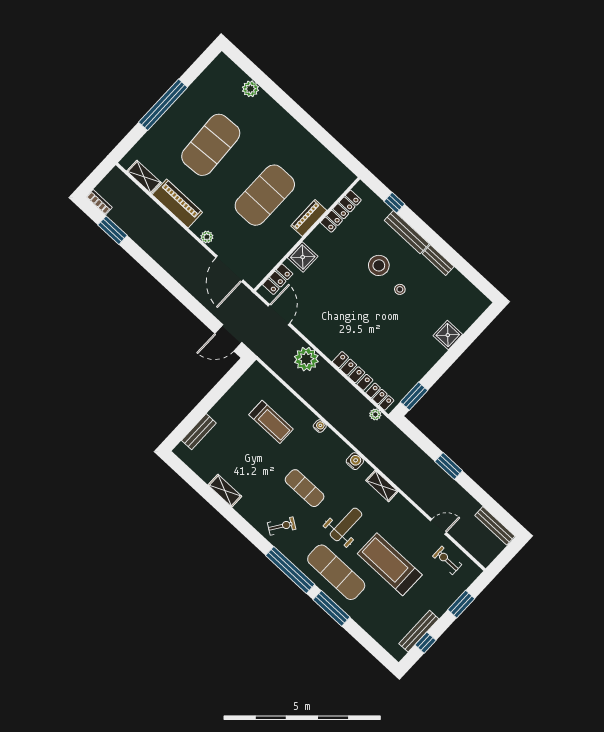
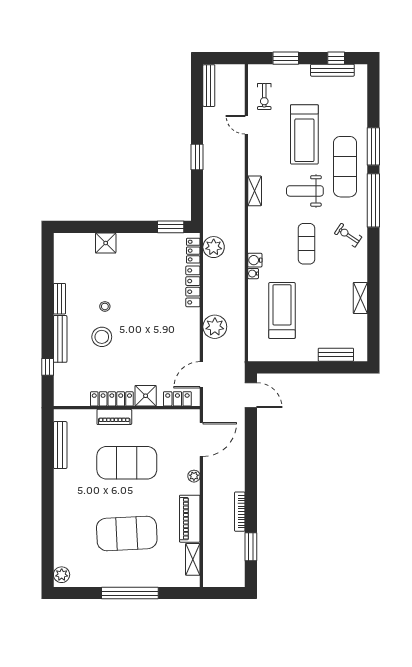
plant: (250, 89) -> (62, 575), moved
bench: (326, 157) -> (60, 445), added
bookcase: (99, 202) -> (240, 512), moved, width x1.56
locker: (341, 211) -> (112, 399), moved
plant: (375, 414) -> (214, 247), width x1.88, depth x1.88
treadmill: (271, 422) -> (282, 310), width x1.37, depth x1.38
water cooler: (355, 461) -> (255, 260), moved

